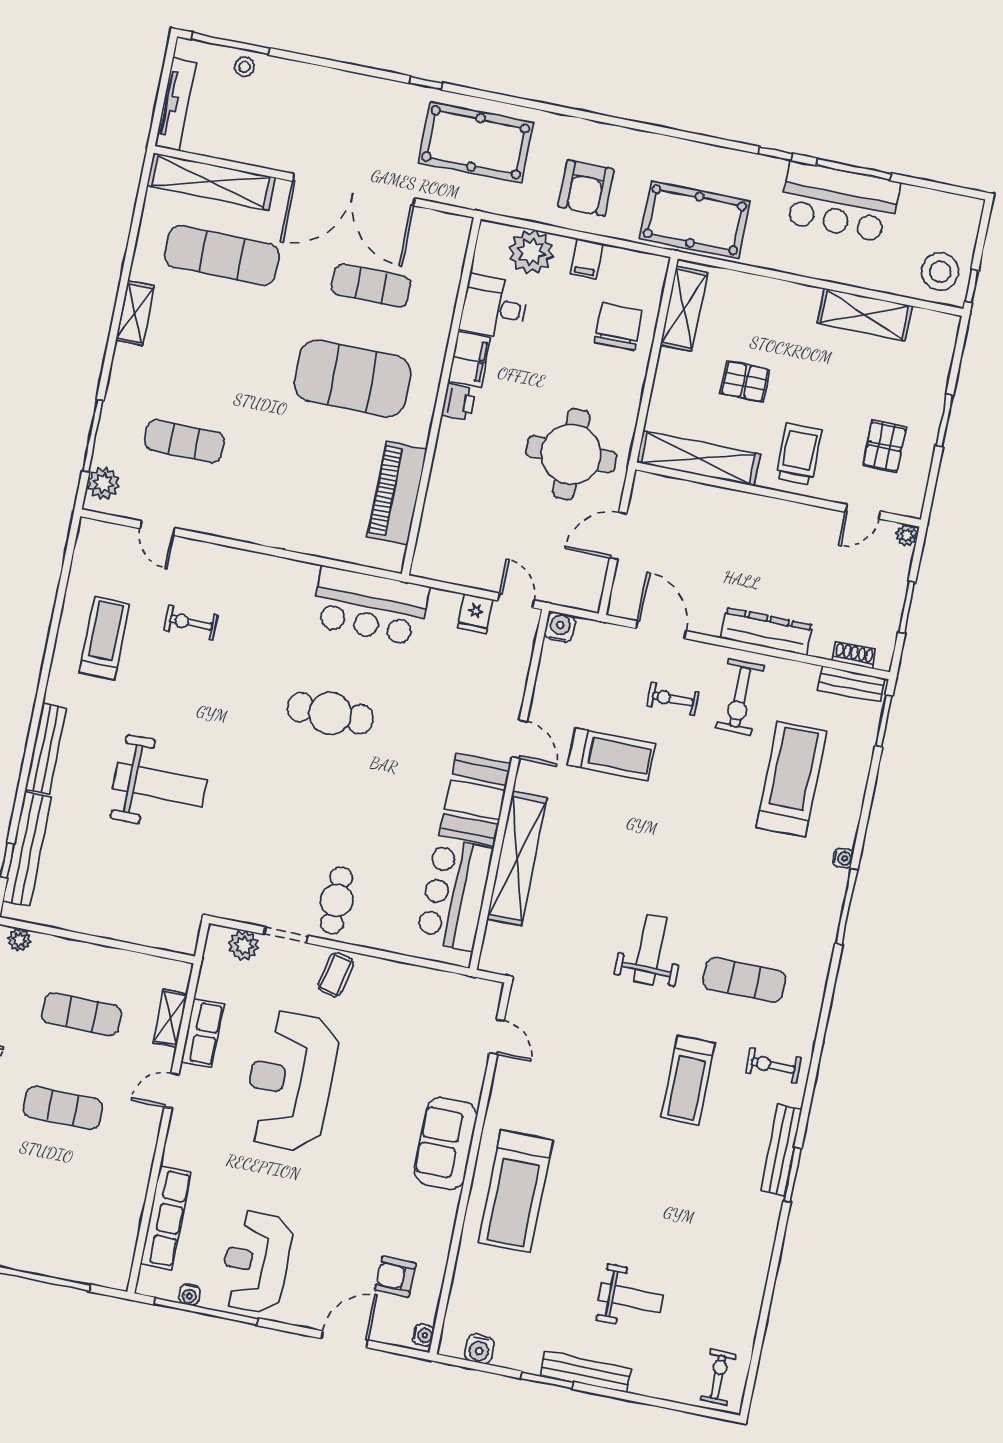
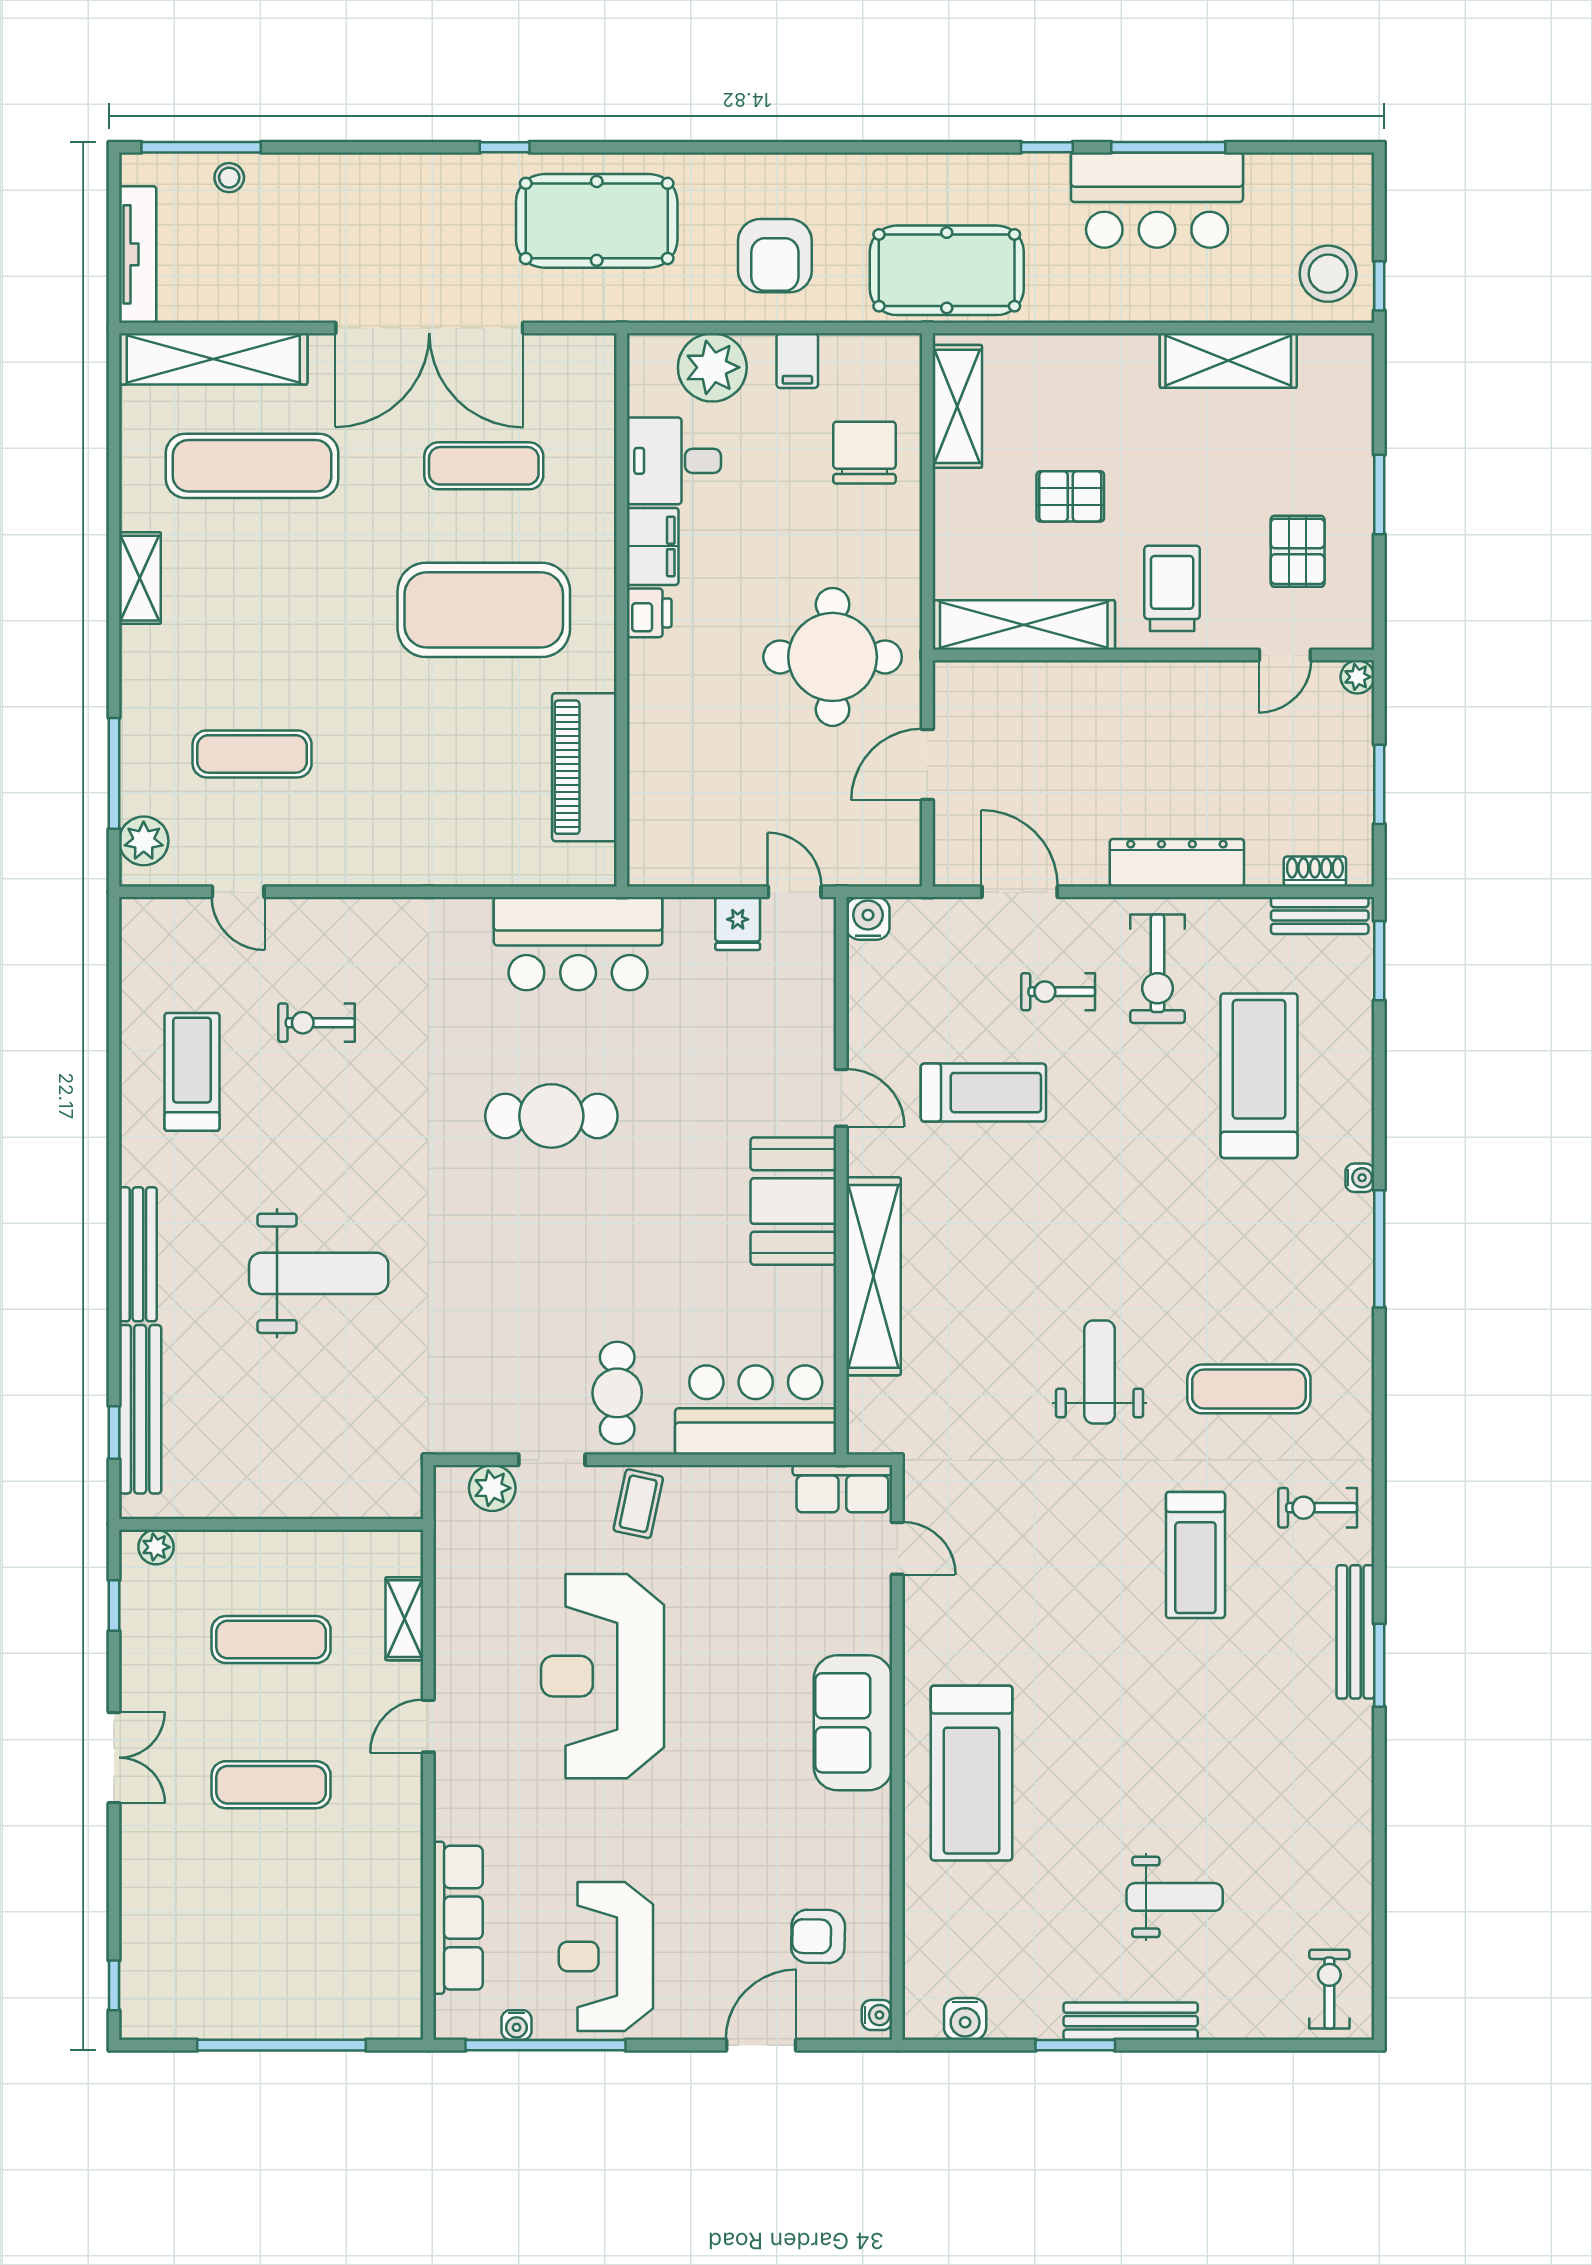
bar counter: (455, 895) -> (756, 1410), moved, turned 90
row of seats: (203, 1033) -> (842, 1489), moved, turned 90

